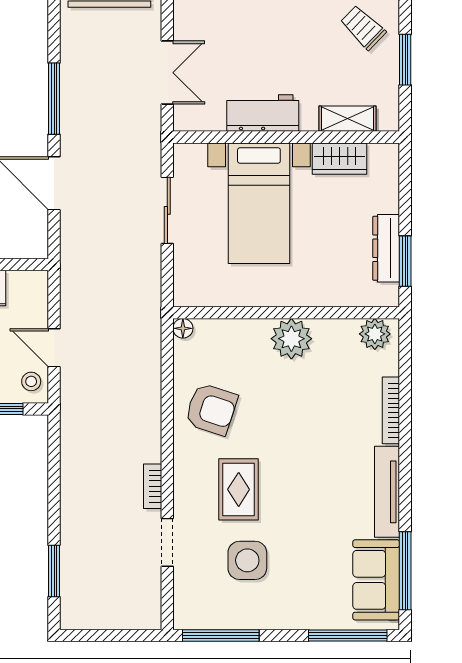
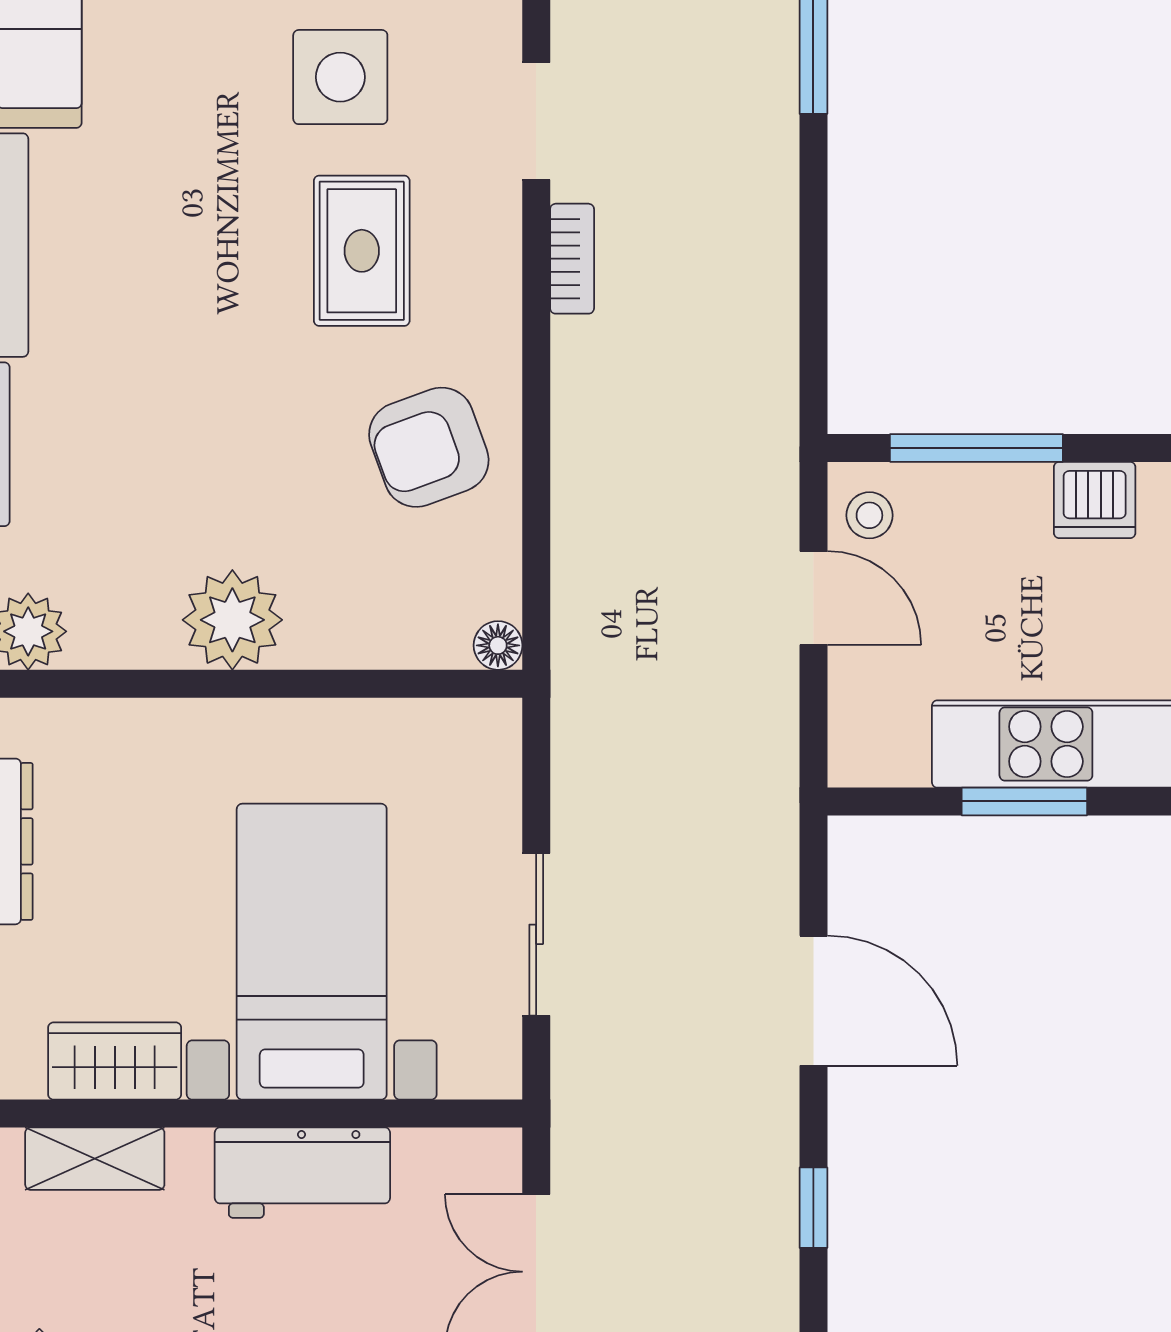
window: (54, 99) -> (813, 1208), width x0.46
armchair: (211, 409) -> (429, 447), turned -38

